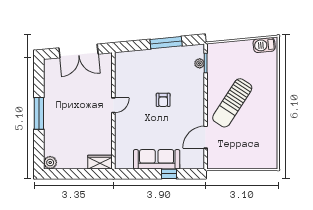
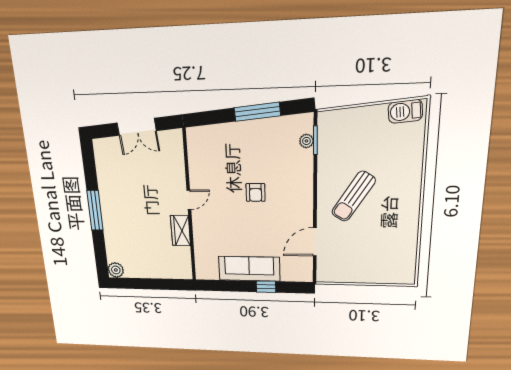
double door: (78, 51) -> (137, 127), width x0.73
sun lounger: (232, 103) -> (353, 196), width x0.73, depth x0.75
wardrobe: (100, 162) -> (181, 231), moved, turned -90

